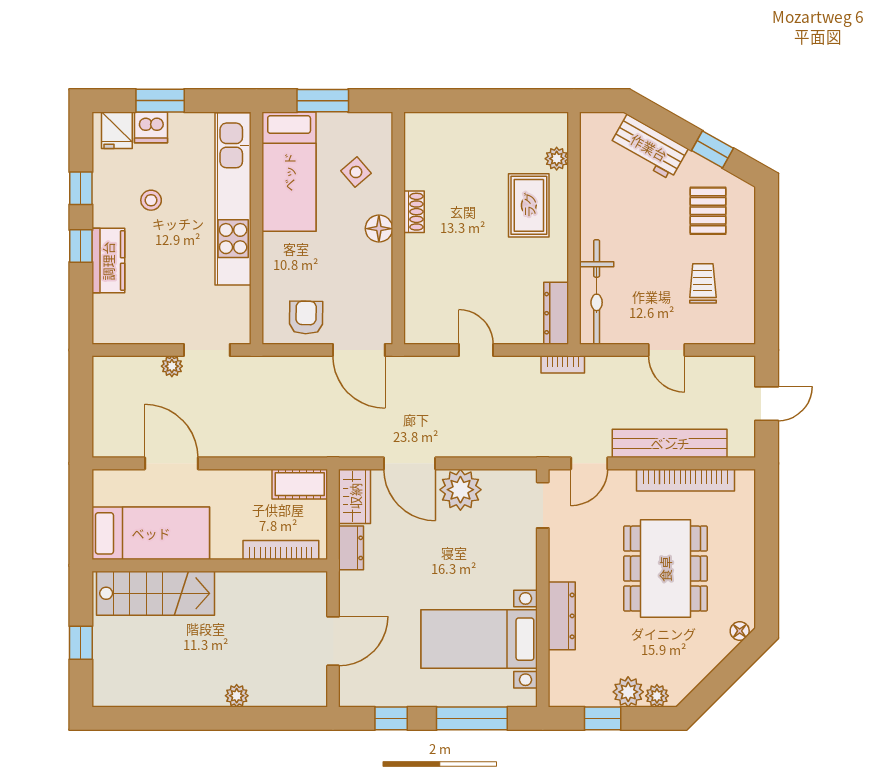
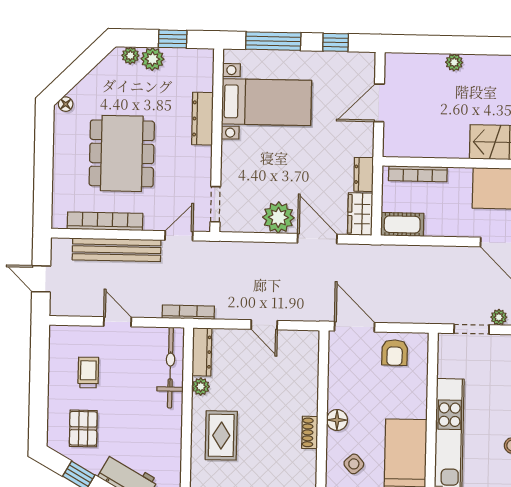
plant: (557, 159) -> (201, 387), moved
trolley: (703, 283) -> (88, 372), turned 180
bookcase: (563, 364) -> (188, 312), width x1.56
door: (767, 404) -> (41, 279), hinge flipped

